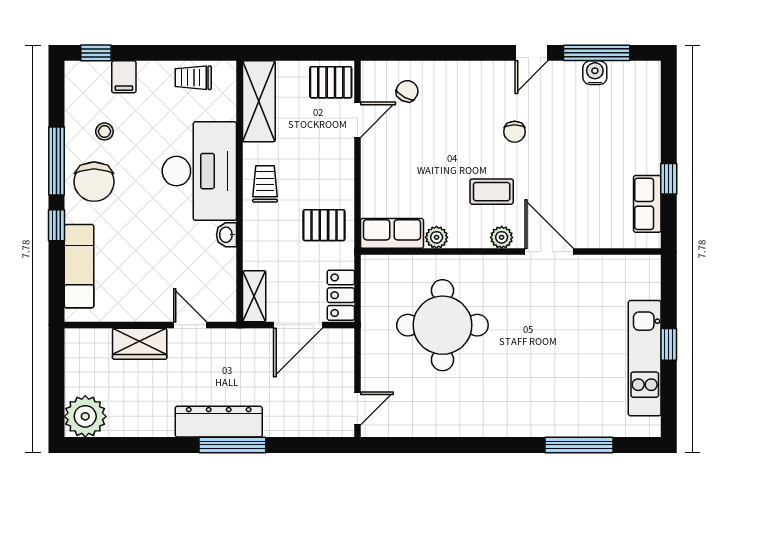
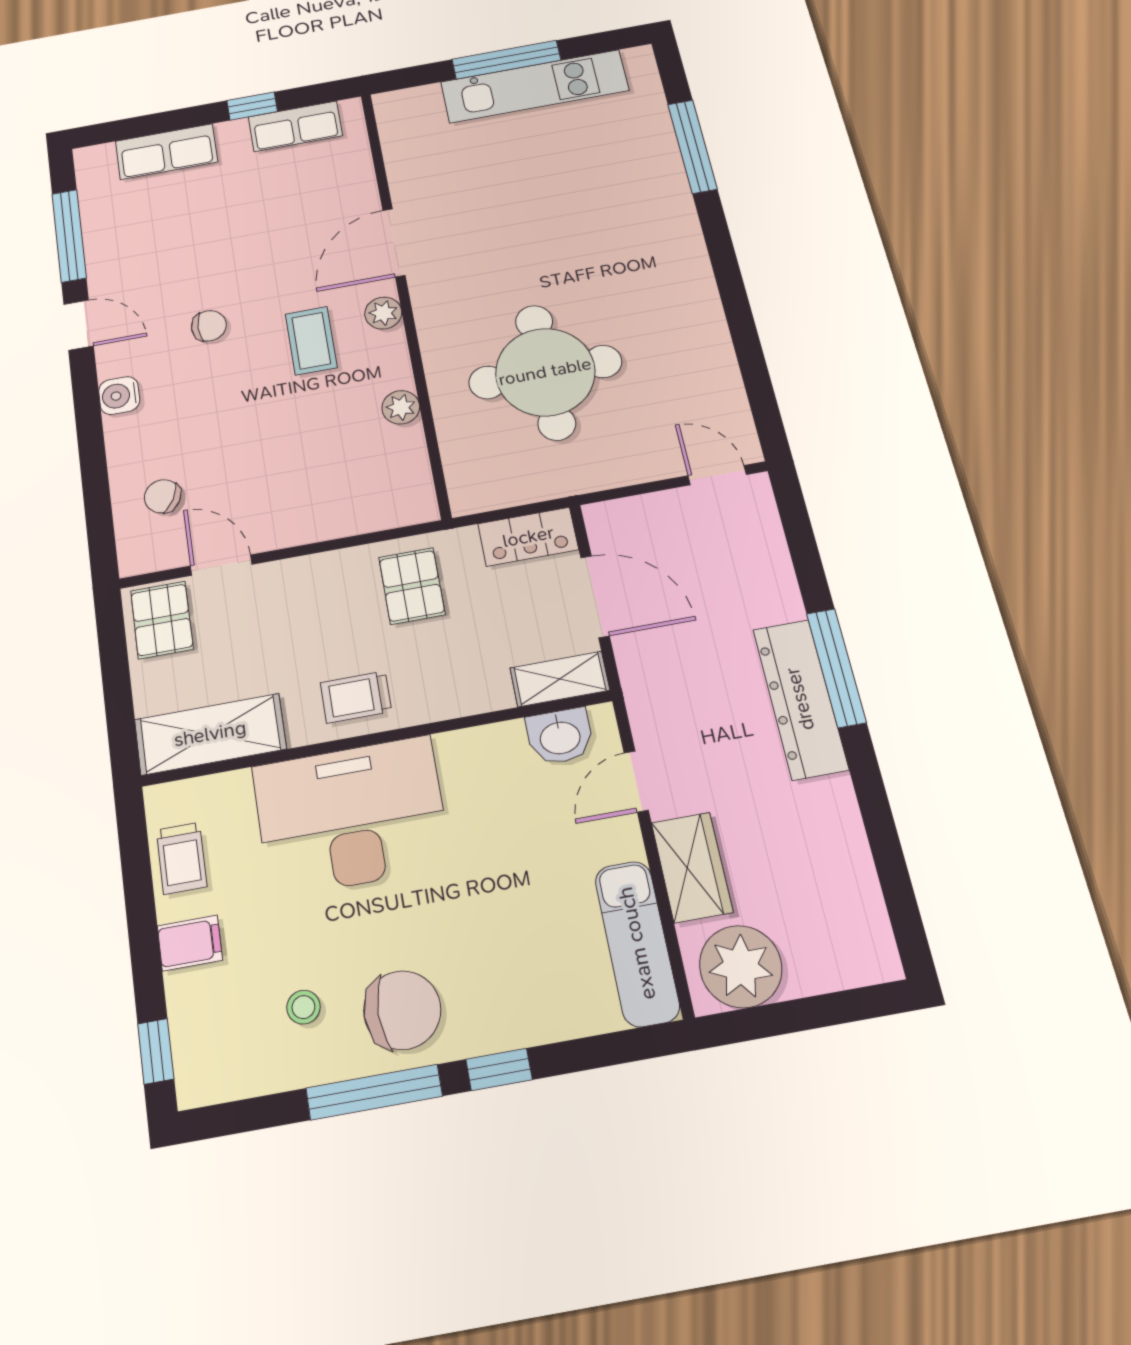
water cooler: (595, 73) -> (119, 396), moved
filing cabinet: (124, 77) -> (190, 943), moved
row of seats: (392, 233) -> (166, 152), moved, turned -90
washbasin: (227, 235) -> (560, 736), moved, width x1.38, depth x1.45
exam couch: (79, 266) -> (637, 943), moved, turned -90
window: (669, 344) -> (506, 60), width x2.17
plant: (85, 416) -> (741, 967), moved

